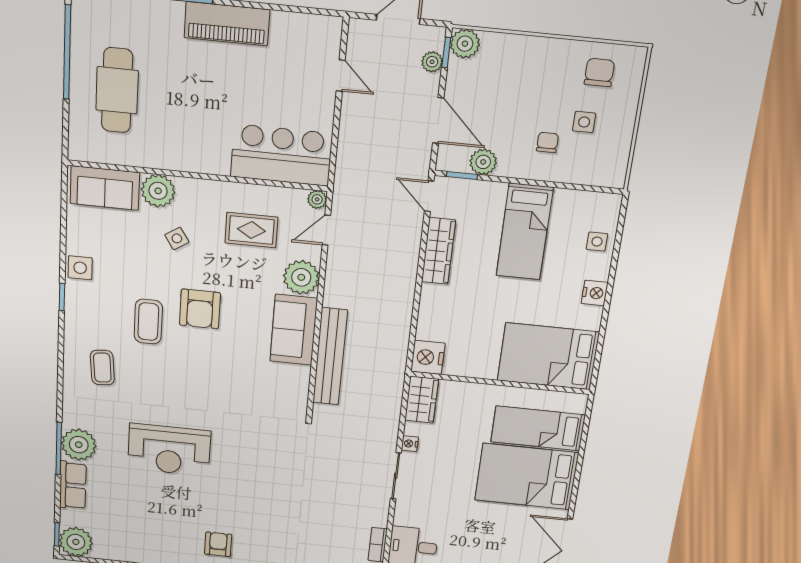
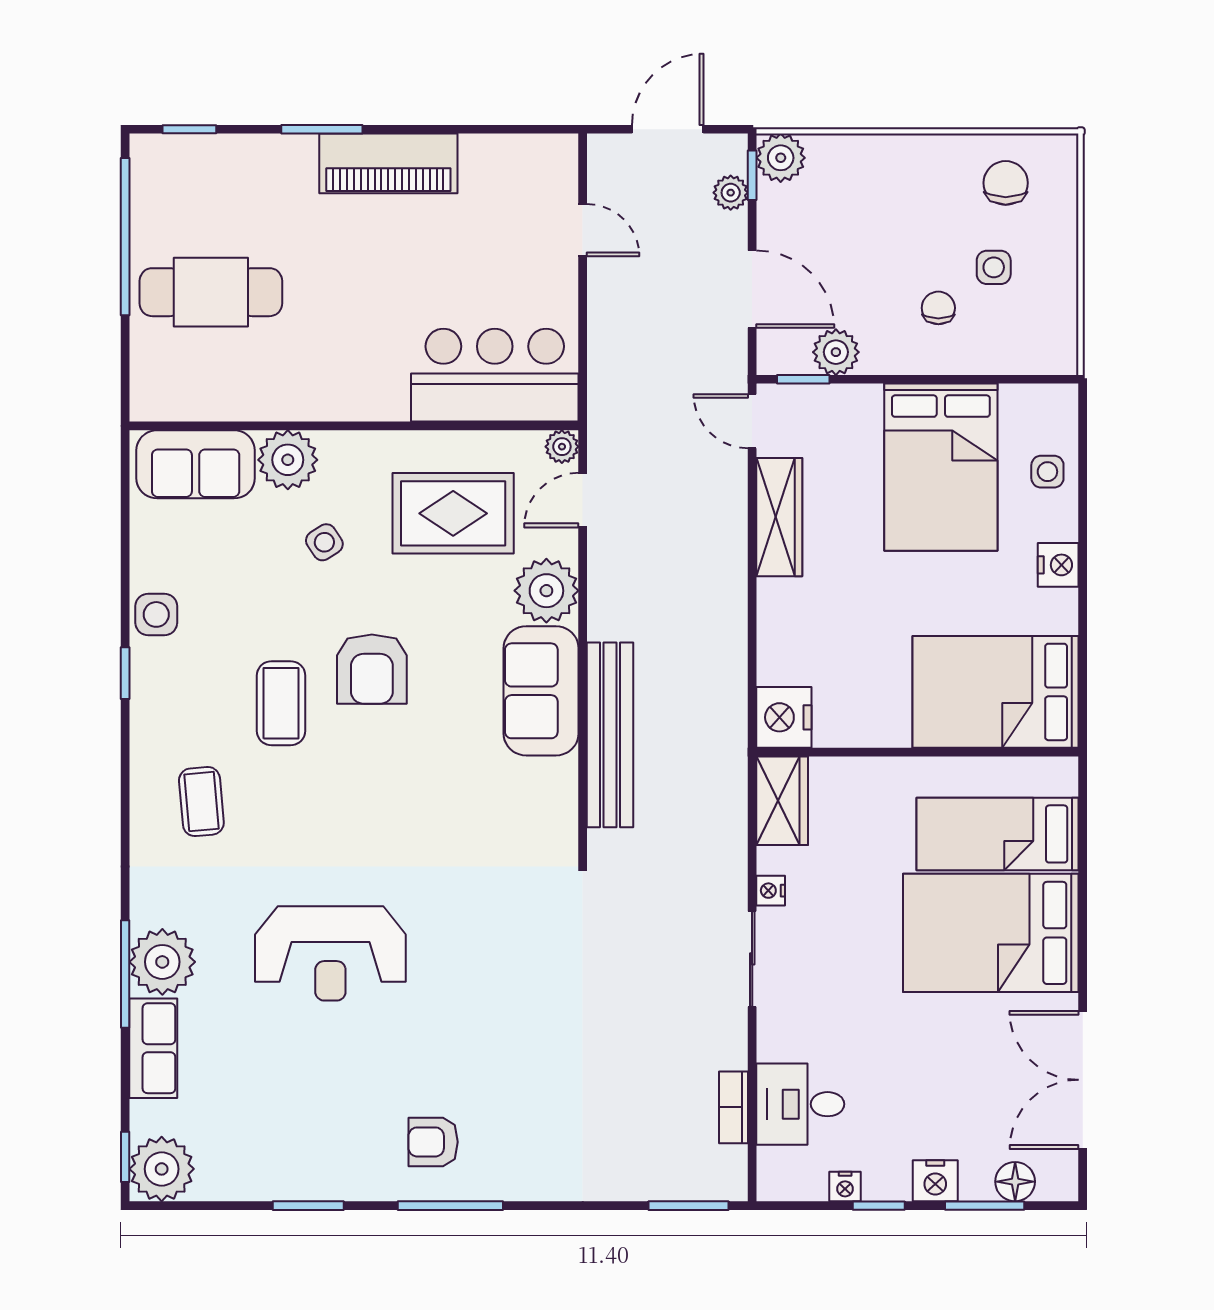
cafe table: (117, 90) -> (211, 292), turned 90
rug: (251, 230) -> (453, 513), width x1.36, depth x1.43
bed: (525, 232) -> (941, 467), width x1.50
armchair: (218, 544) -> (433, 1142), turned -90

